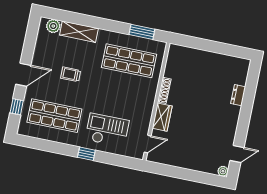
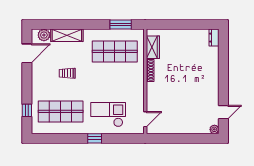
door: (23, 75) -> (27, 53), moved
dresser: (238, 95) -> (214, 38), moved
wardrobe: (162, 117) -> (153, 47), moved

